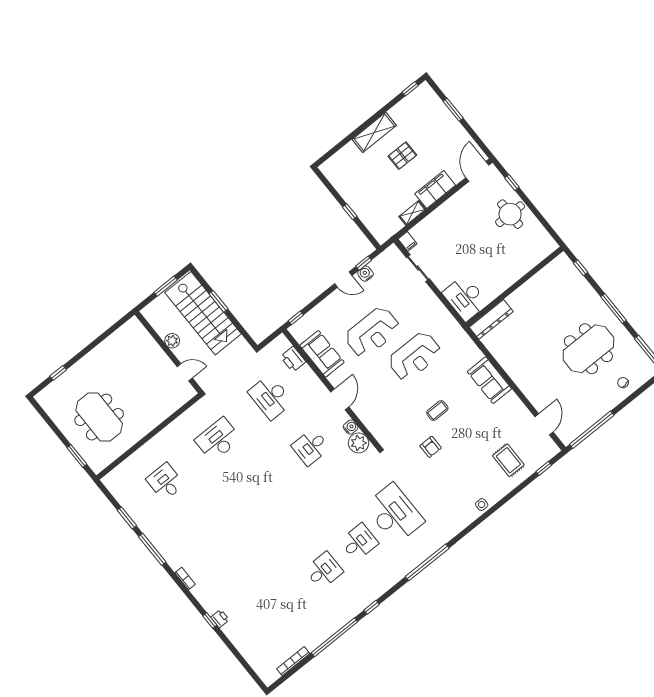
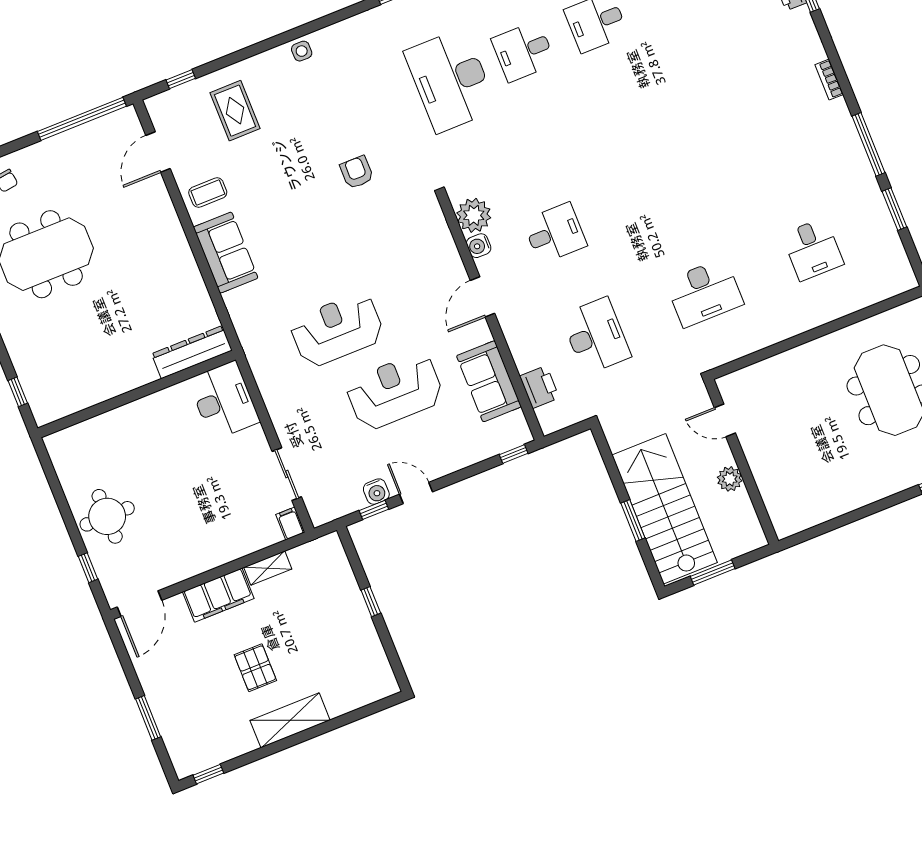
pallet: (402, 156) -> (255, 668), turned 90
coffee table: (437, 411) -> (208, 192), moved

